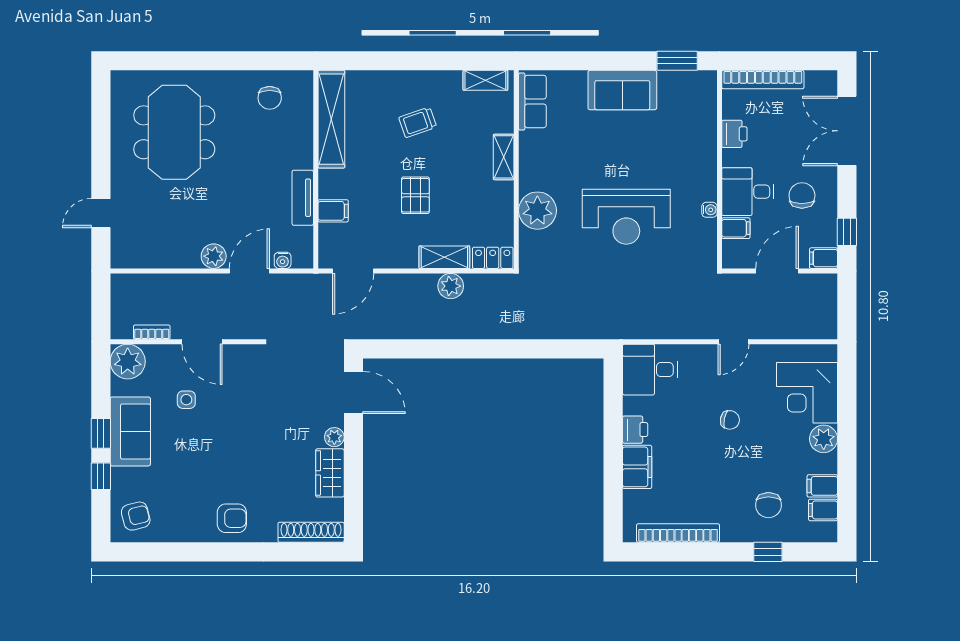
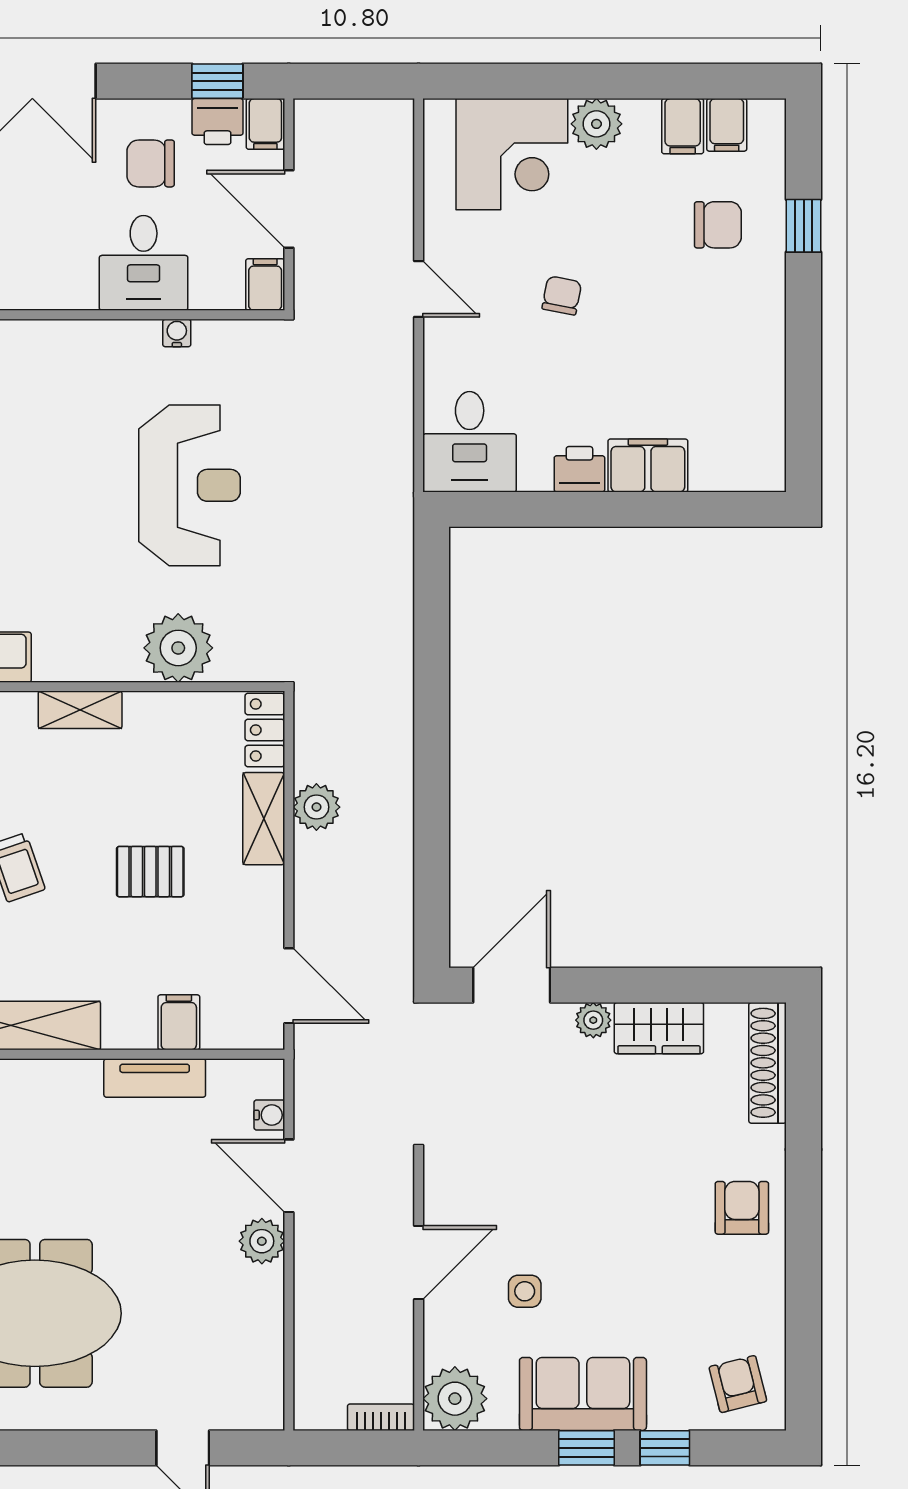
printer: (734, 134) -> (217, 122), moved, turned 180
filing cabinet: (736, 228) -> (265, 285), moved
bookcase: (152, 332) -> (381, 1417), moved, turned 90
bookcase: (678, 533) -> (769, 390), removed

